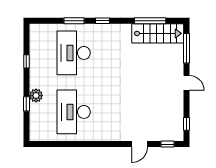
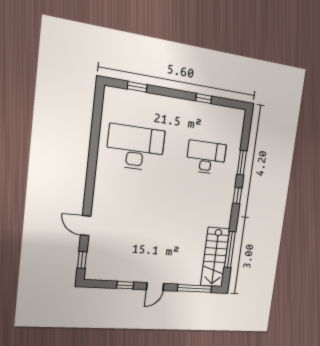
desk: (74, 53) -> (206, 157), width x0.73, depth x0.77
plant: (36, 96) -> (161, 103), removed
window: (26, 104) -> (137, 87), moved
window: (186, 124) -> (125, 285), moved

